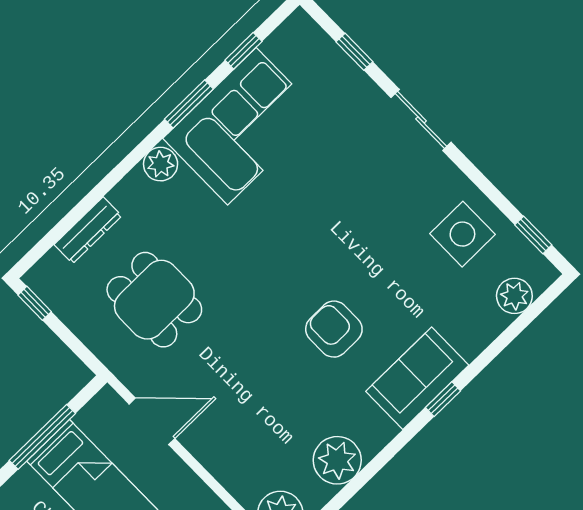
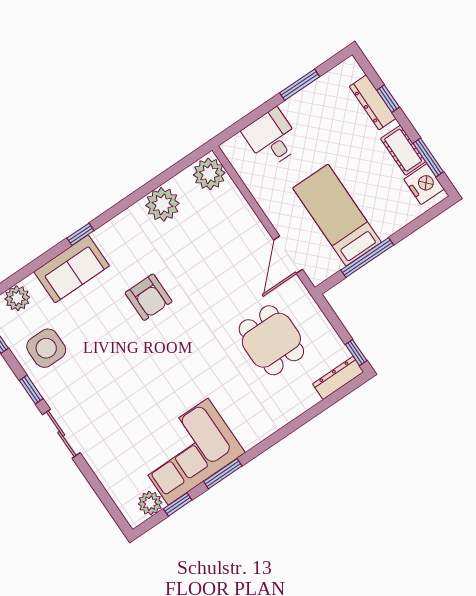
window: (354, 52) -> (31, 390), moved
plant: (161, 164) -> (150, 503), moved
dresser: (88, 230) -> (338, 378), moved
sofa: (417, 378) -> (72, 269), moved
door: (152, 421) -> (288, 255), hinge flipped

